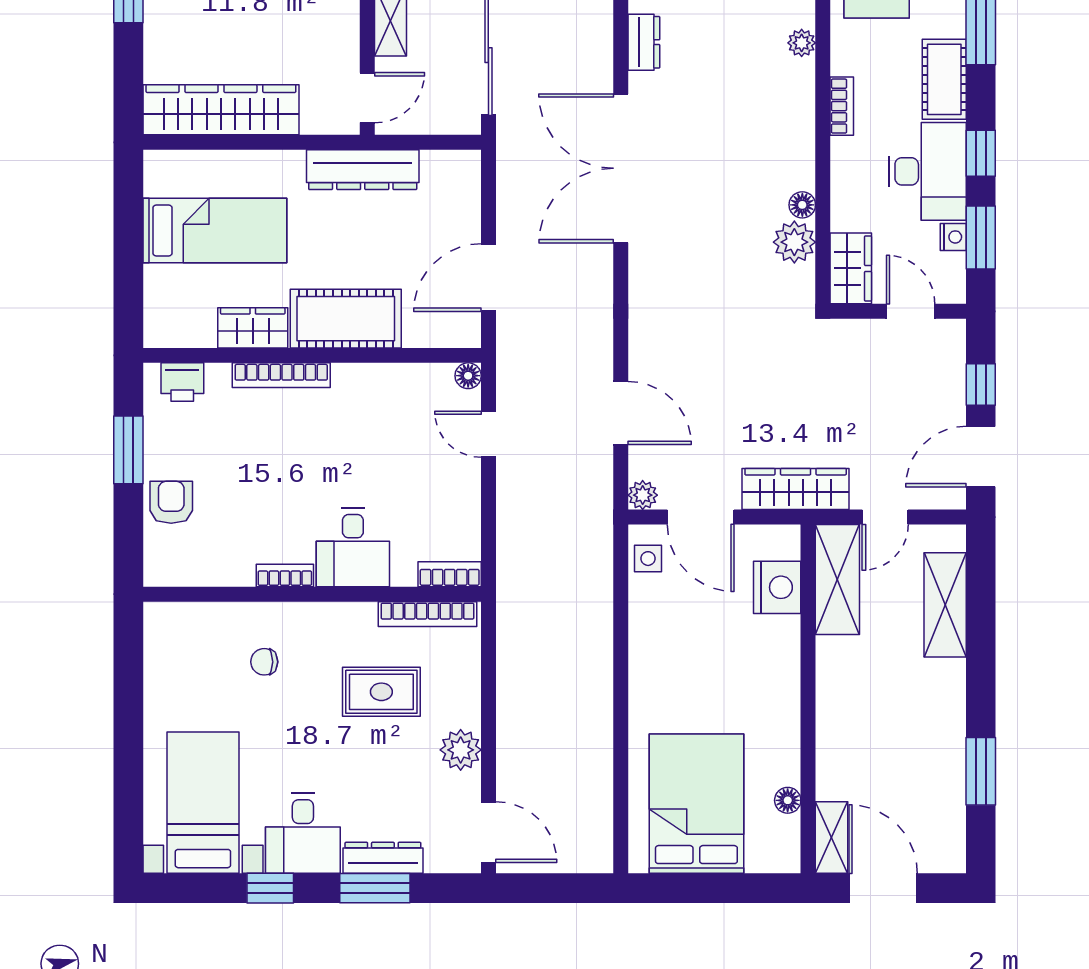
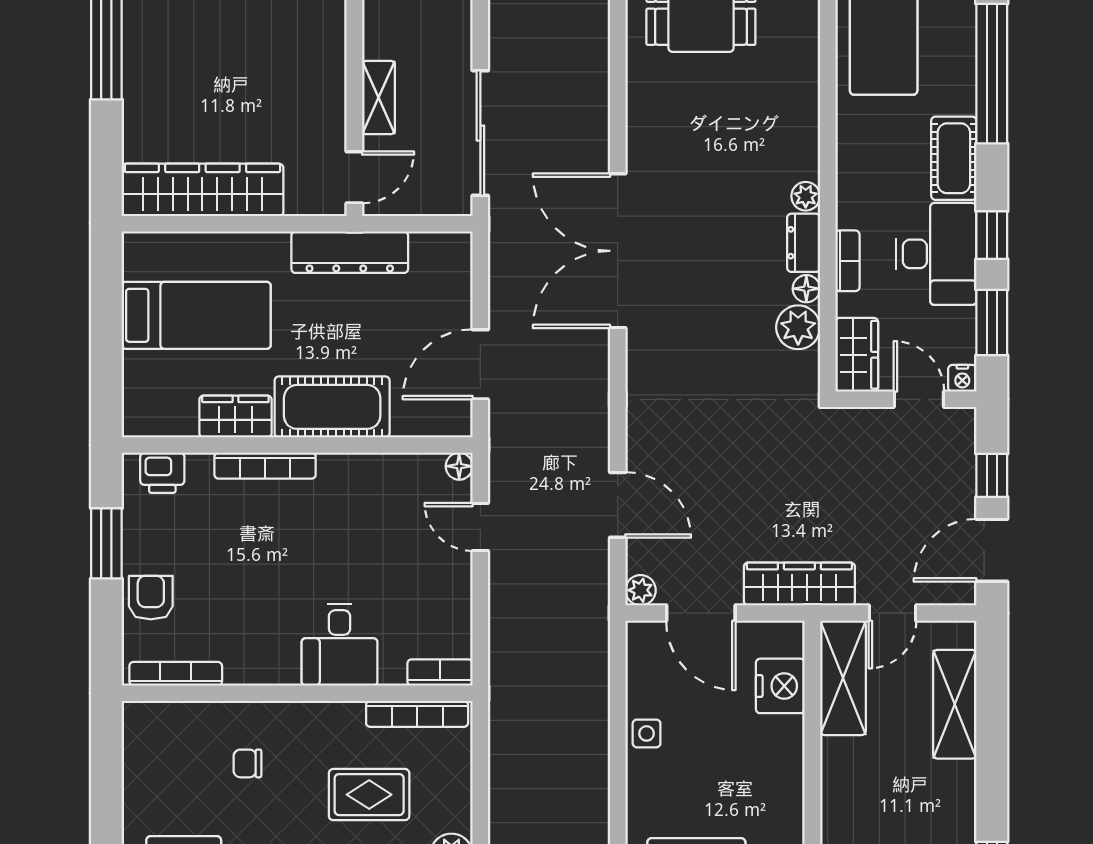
dresser: (644, 42) -> (804, 243), moved, turned 180
plant: (802, 43) -> (806, 196), moved
bookcase: (842, 106) -> (847, 261), moved
nightstand: (953, 237) -> (962, 378), moved, turned 90
side table: (648, 559) -> (647, 733), moved
bookcase: (285, 575) -> (176, 674), moved, width x1.56

